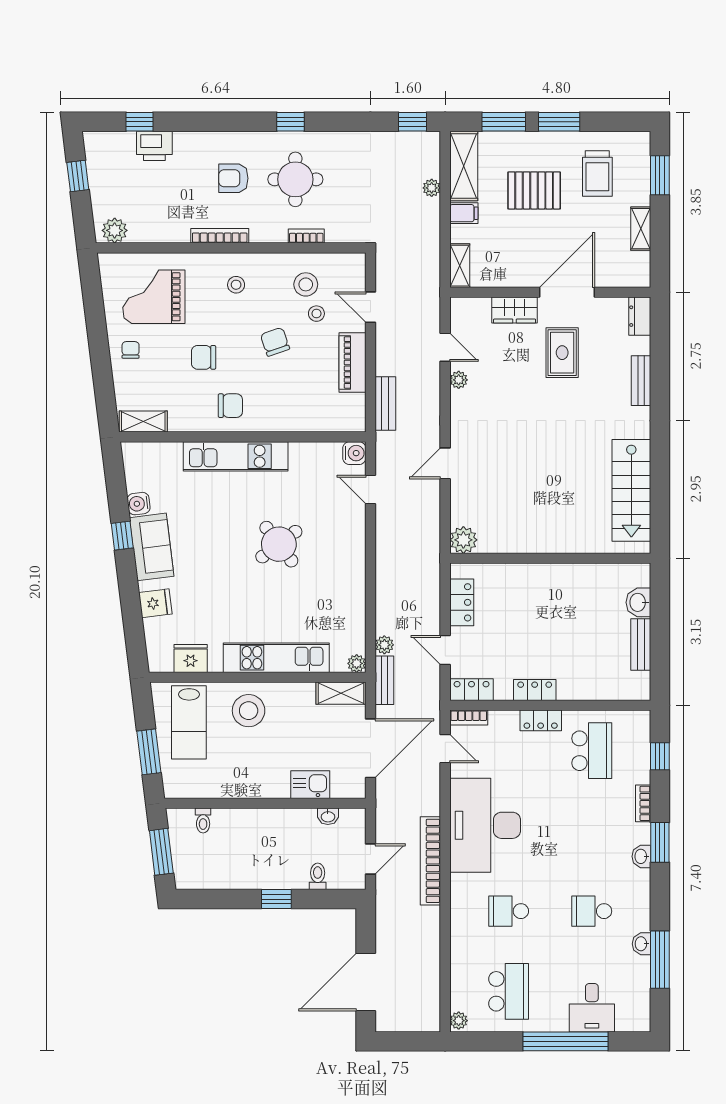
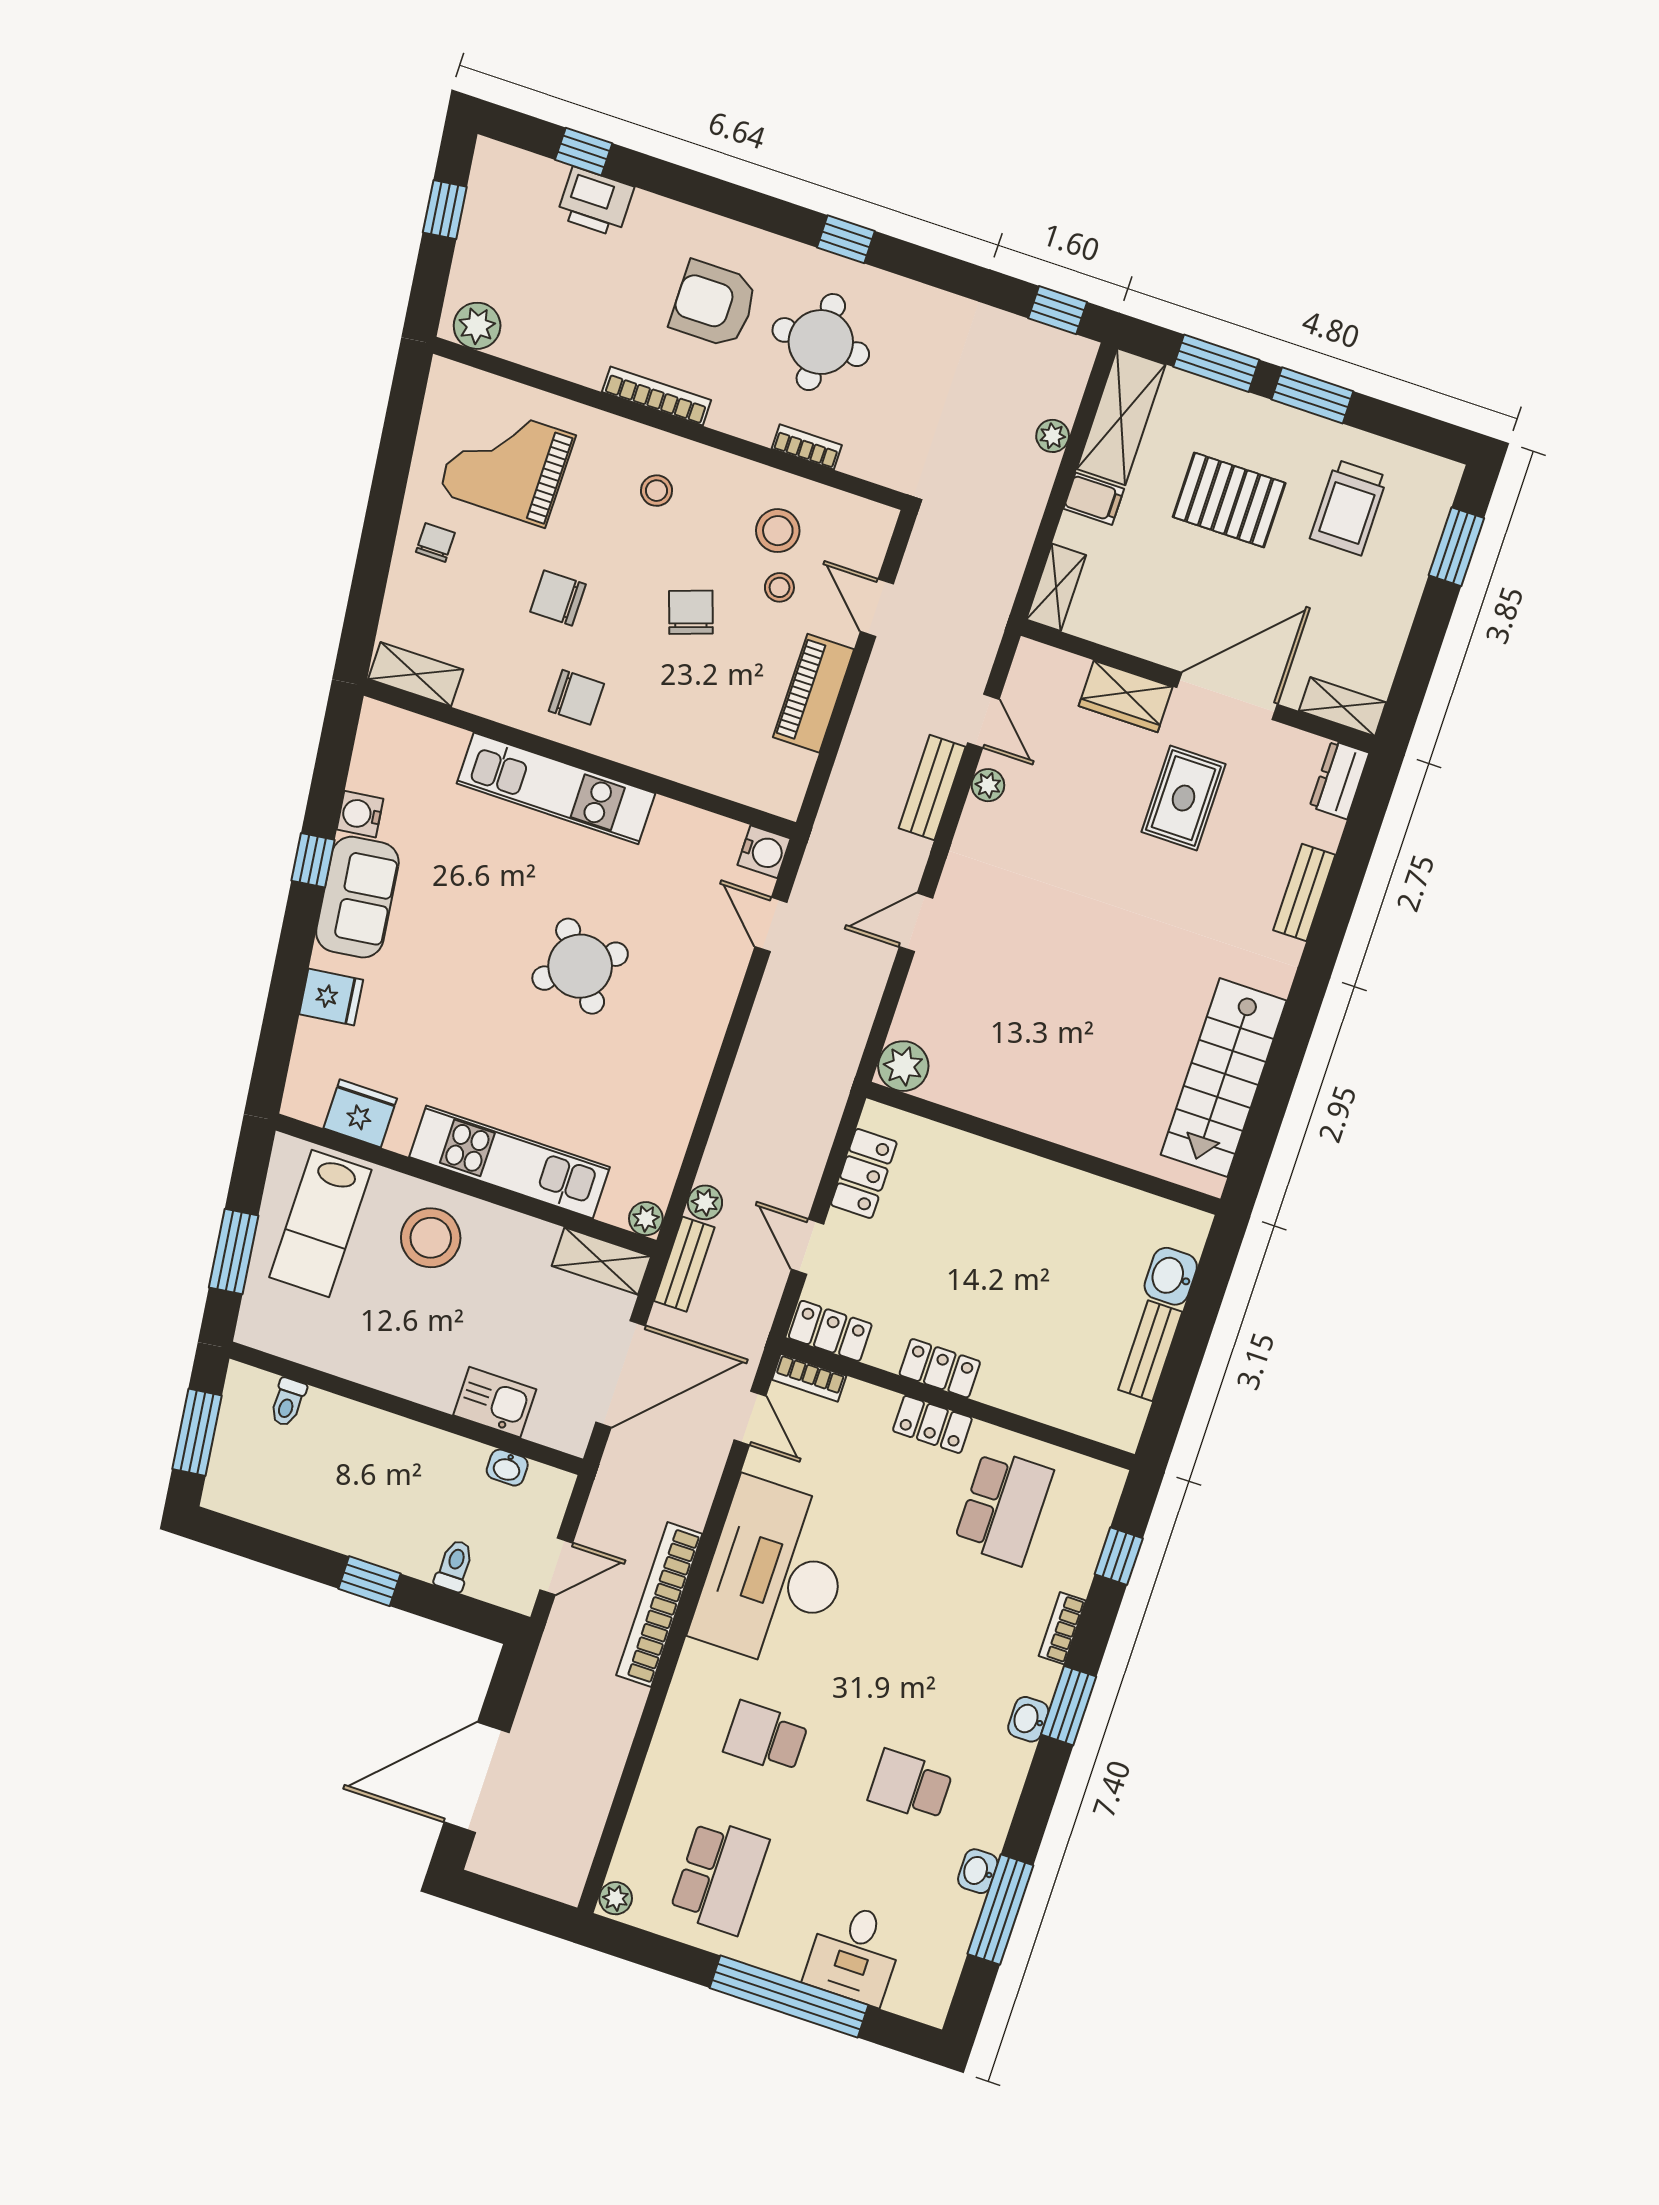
armchair: (233, 178) -> (714, 304), width x1.38, depth x1.38
shelving: (641, 229) -> (1343, 707), moved, turned 90
bench: (385, 404) -> (932, 788), moved

